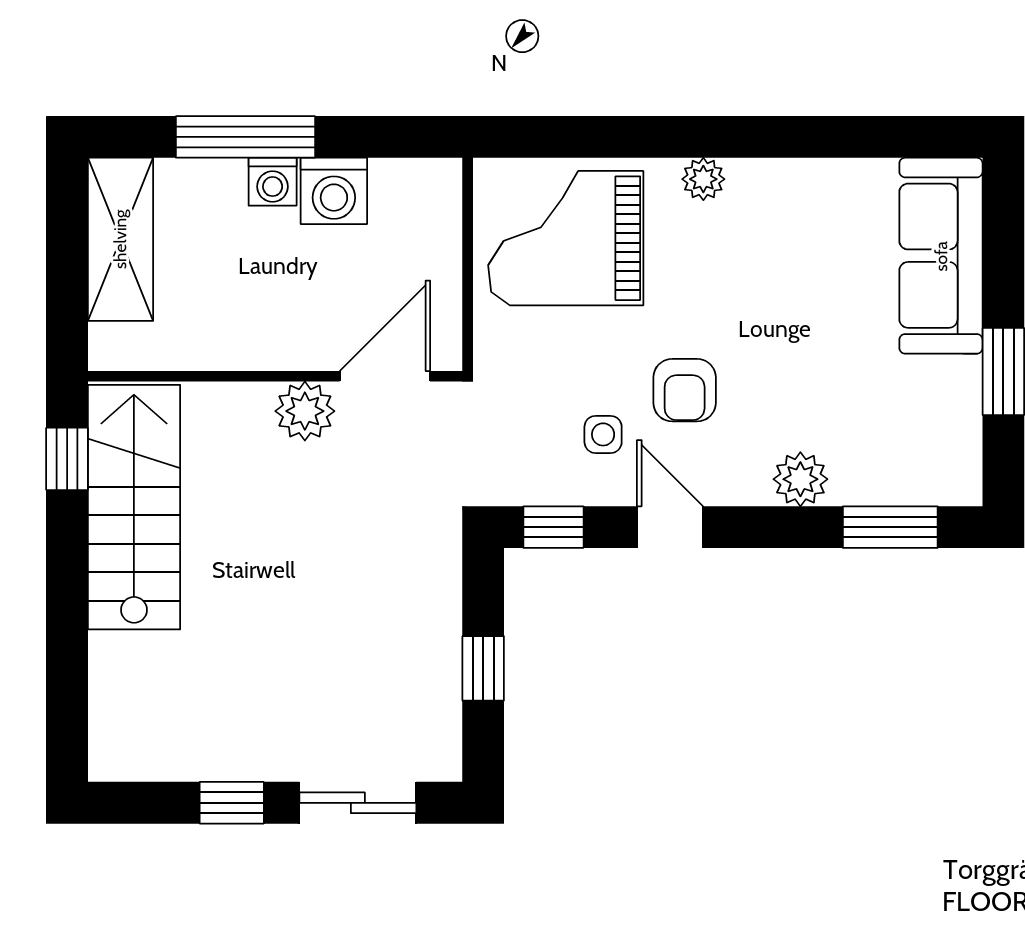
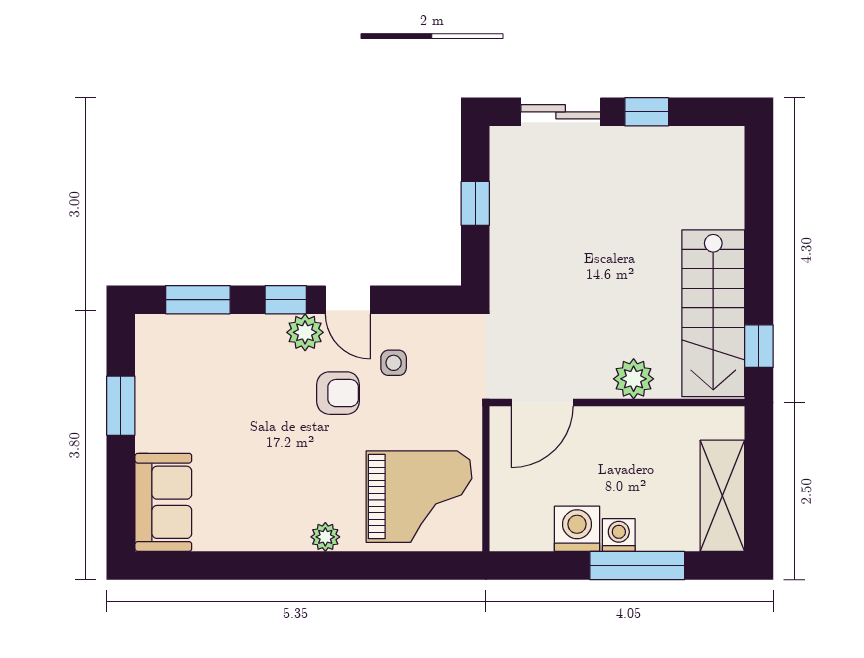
sofa: (941, 256) -> (163, 502), width x0.73
armchair: (685, 390) -> (338, 393), turned 90
plant: (305, 411) -> (634, 379), moved
plant: (800, 479) -> (305, 332), moved
window: (553, 527) -> (286, 300), moved

